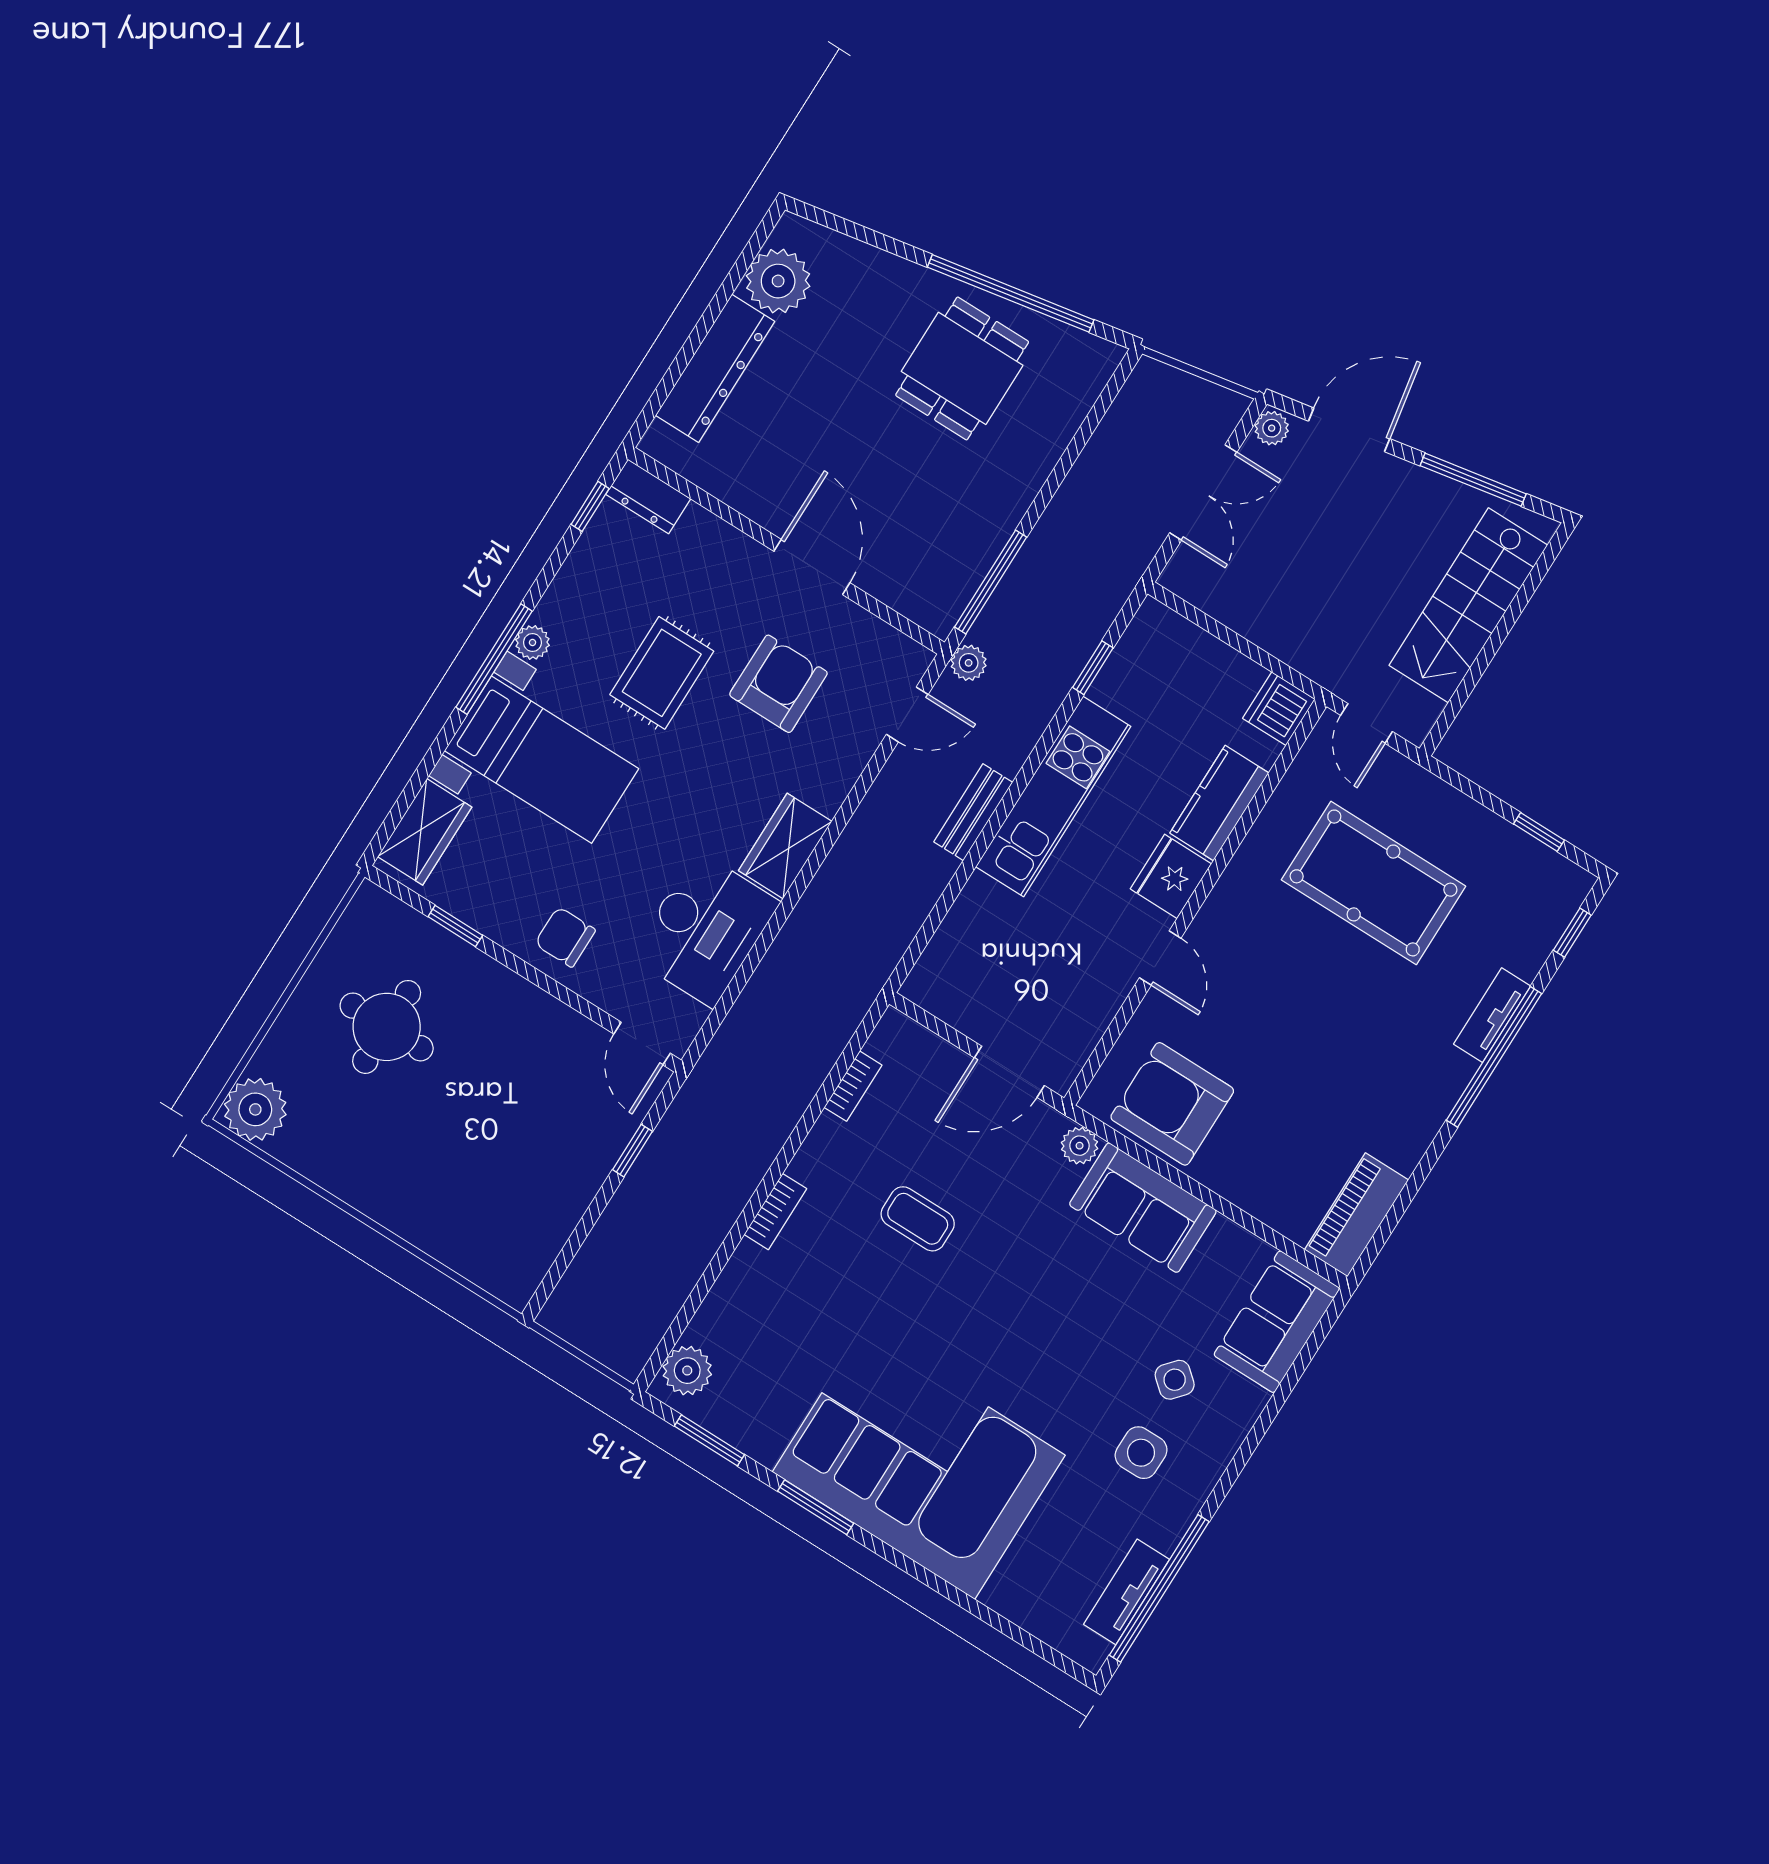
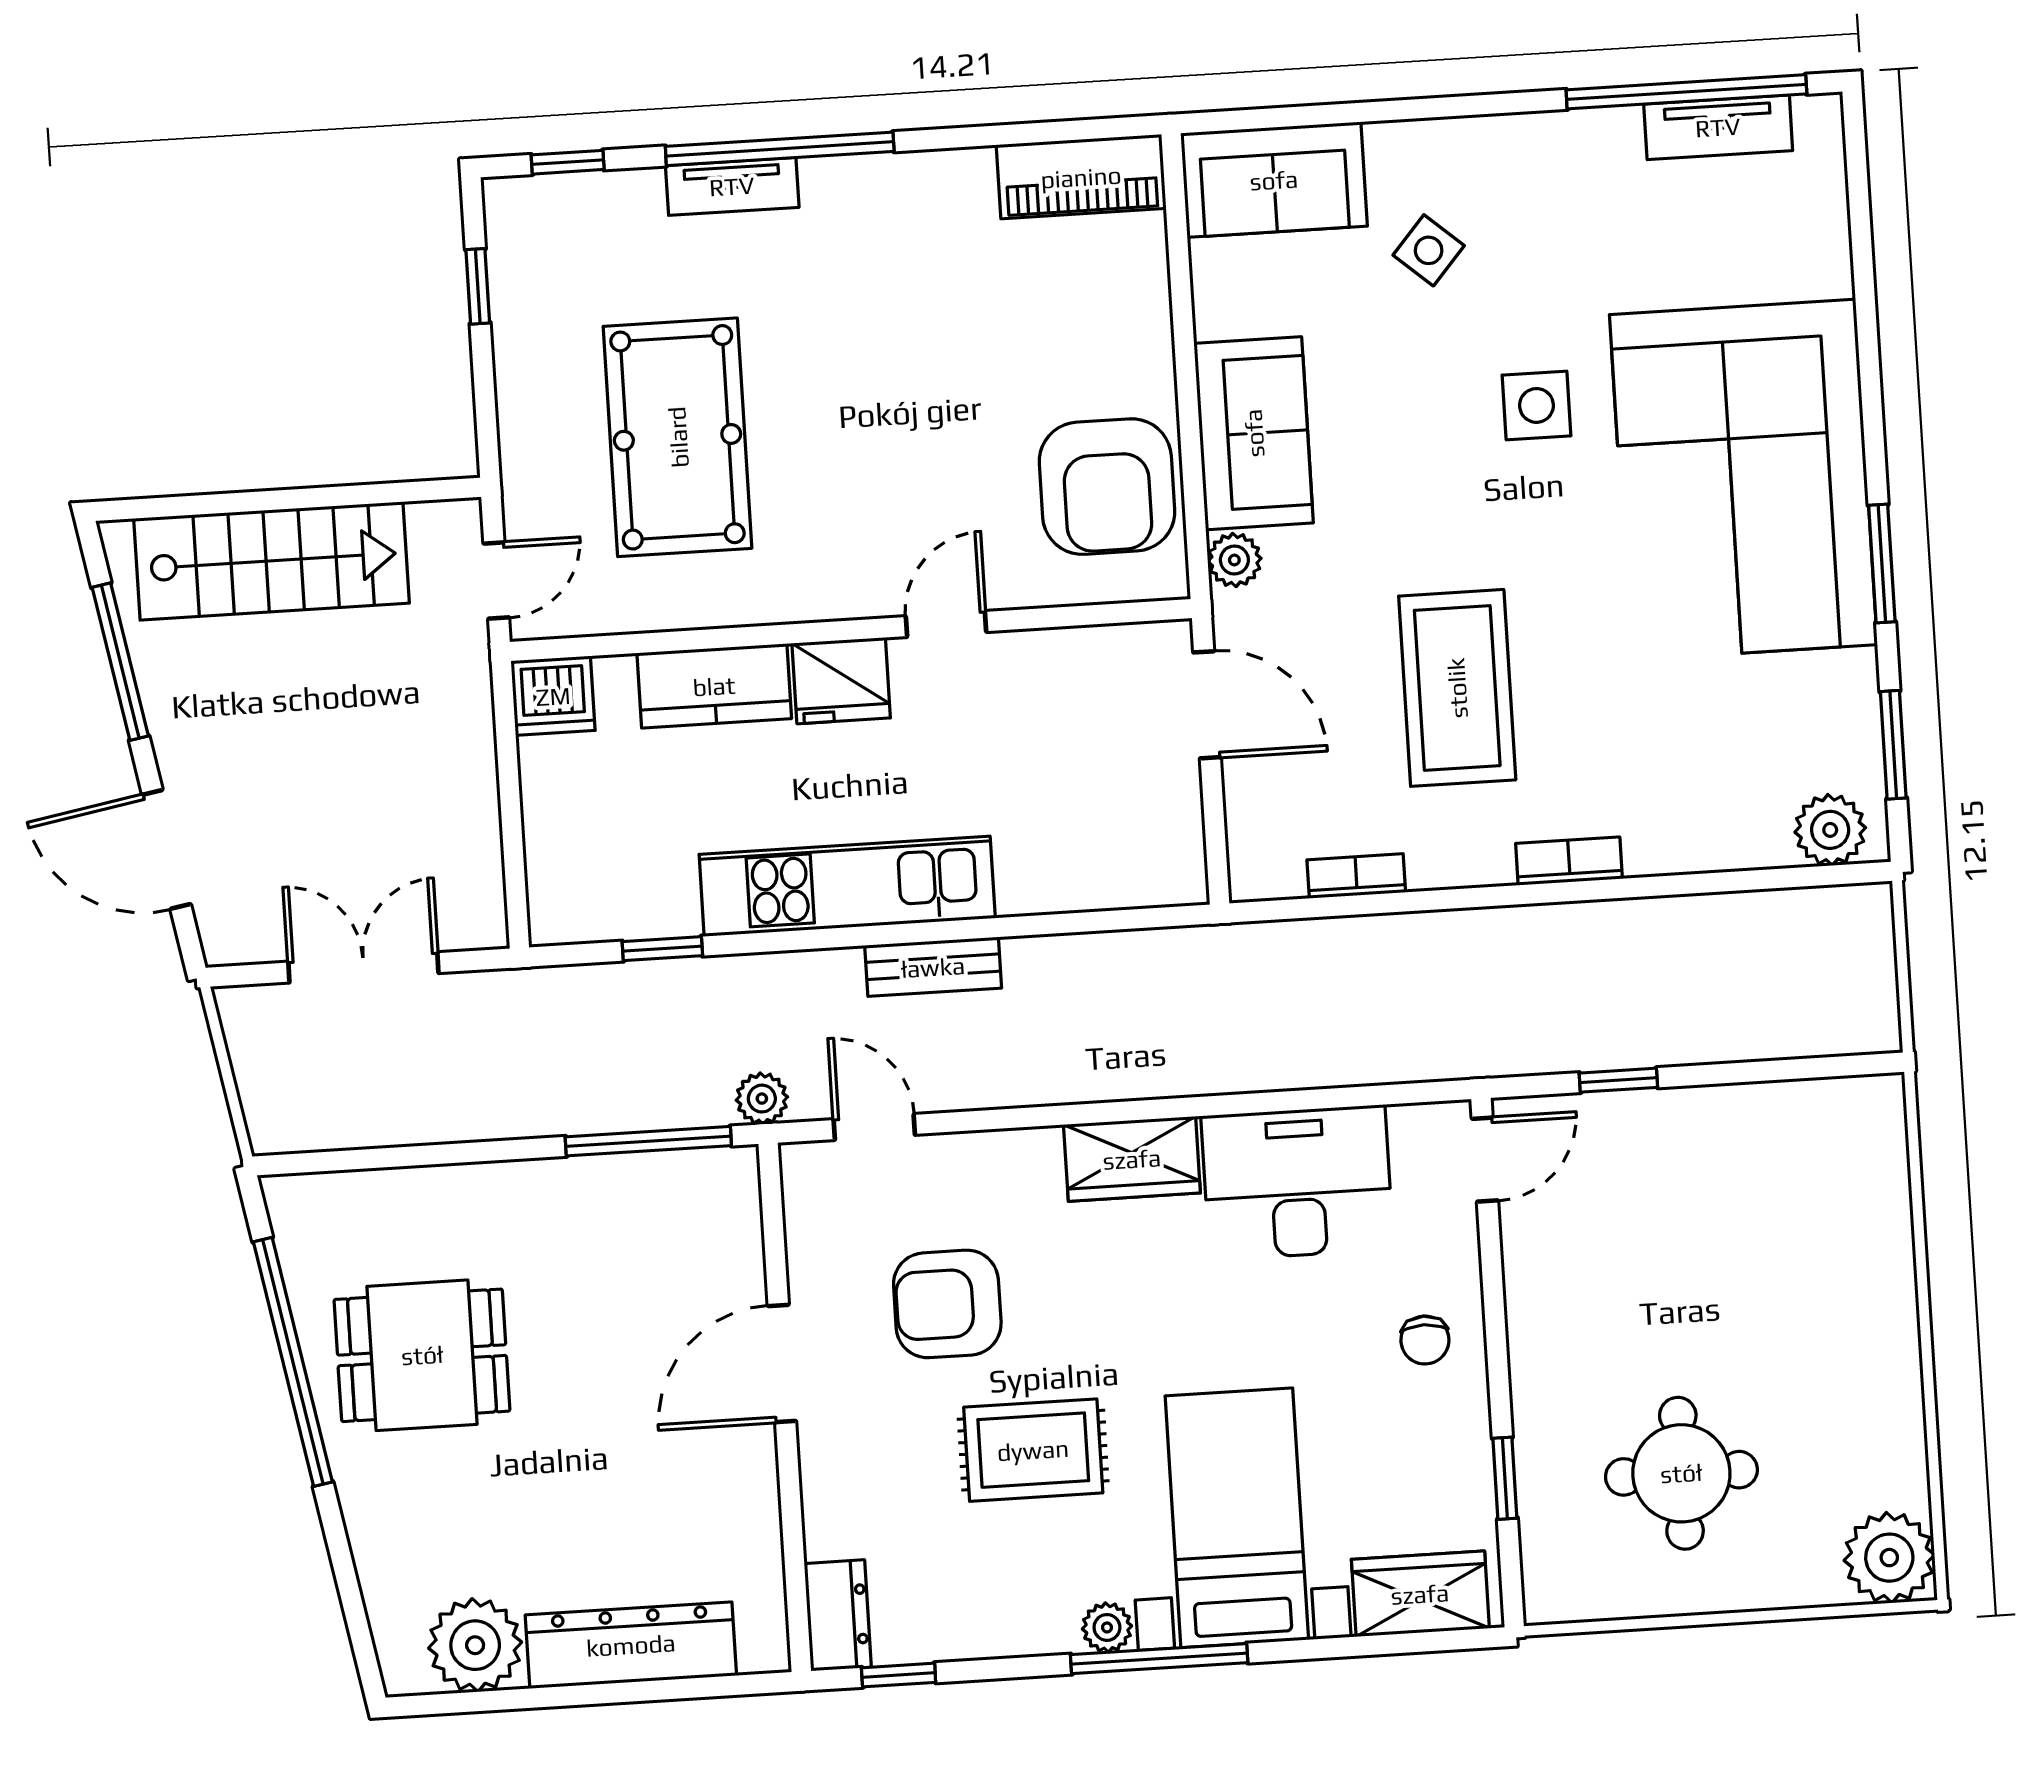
plant: (1272, 428) -> (230, 942), removed
chair: (565, 937) -> (1425, 1340), width x0.73, depth x0.73
coffee table: (918, 1219) -> (1457, 688), width x1.86, depth x1.72
side table: (1141, 1453) -> (1536, 405), moved

